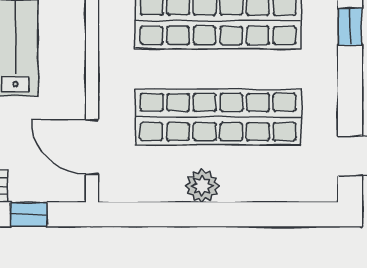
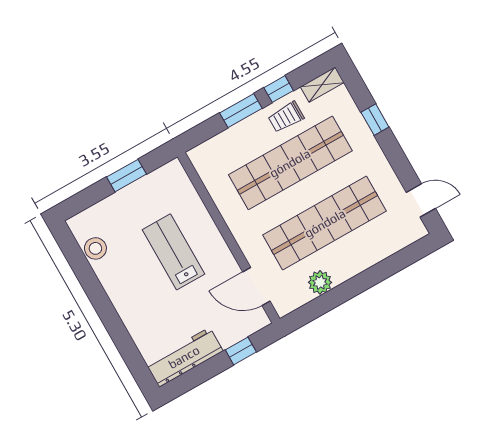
plant: (202, 186) -> (320, 282), moved

